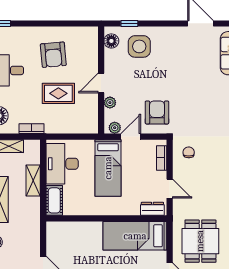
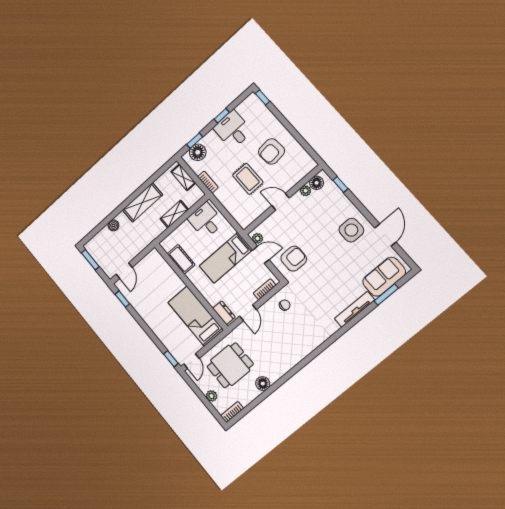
side table: (139, 46) -> (351, 230), moved
plant: (110, 103) -> (306, 191), moved
desk: (62, 164) -> (206, 221), width x0.73
cot: (54, 200) -> (181, 259), moved, turned 90

